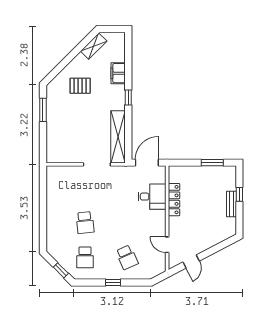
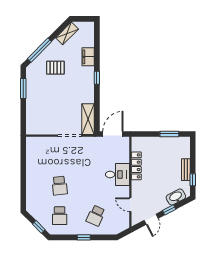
window: (62, 65) -> (40, 50), added
shelving: (118, 137) -> (88, 119), width x0.68
window: (239, 194) -> (193, 180), moved
desk: (152, 197) -> (117, 175), moved
washbasin: (220, 236) -> (176, 197), added
window: (212, 251) -> (169, 210), added
school desk: (127, 257) -> (96, 216), turned 48

